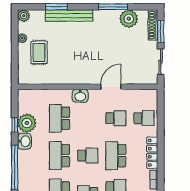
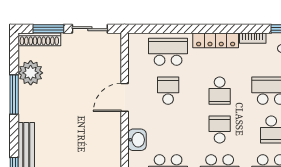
door: (111, 87) -> (125, 97), hinge flipped
school desk: (144, 118) -> (168, 52), width x1.85
school desk: (116, 156) -> (220, 91), width x0.54

